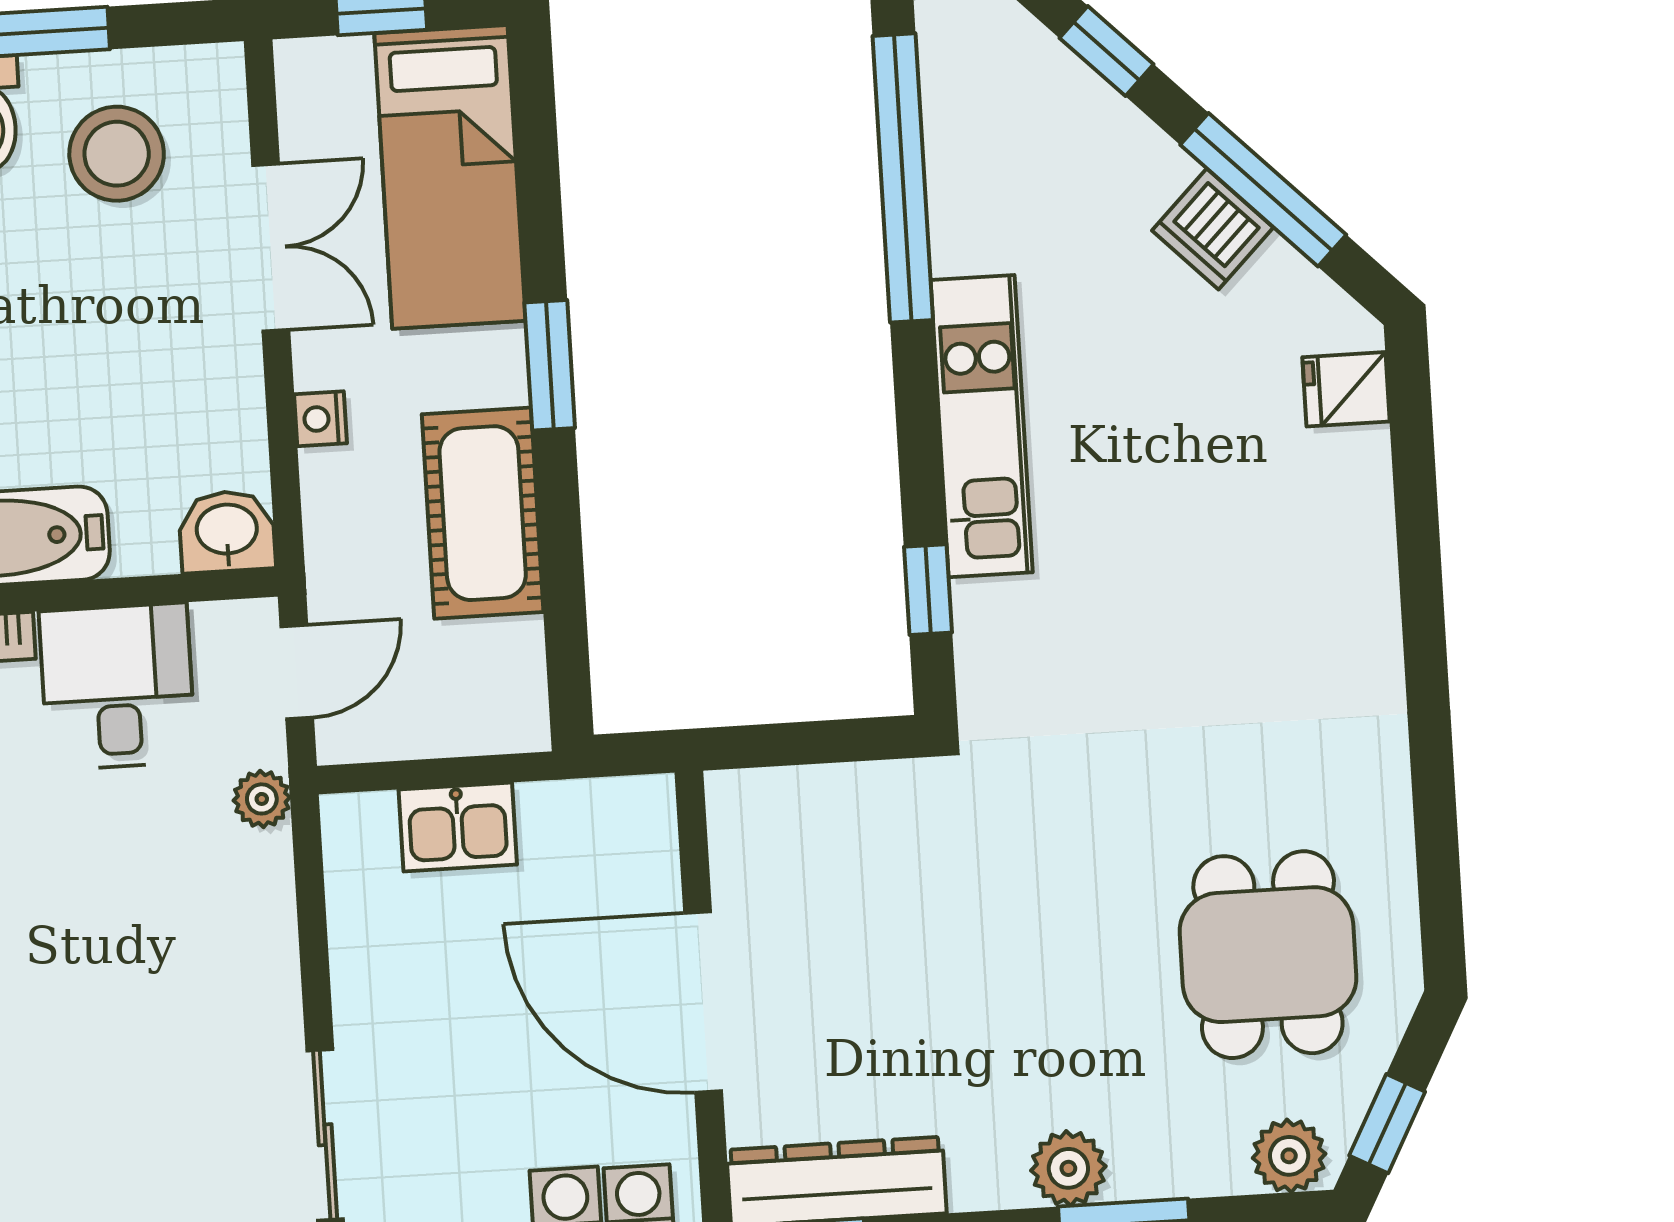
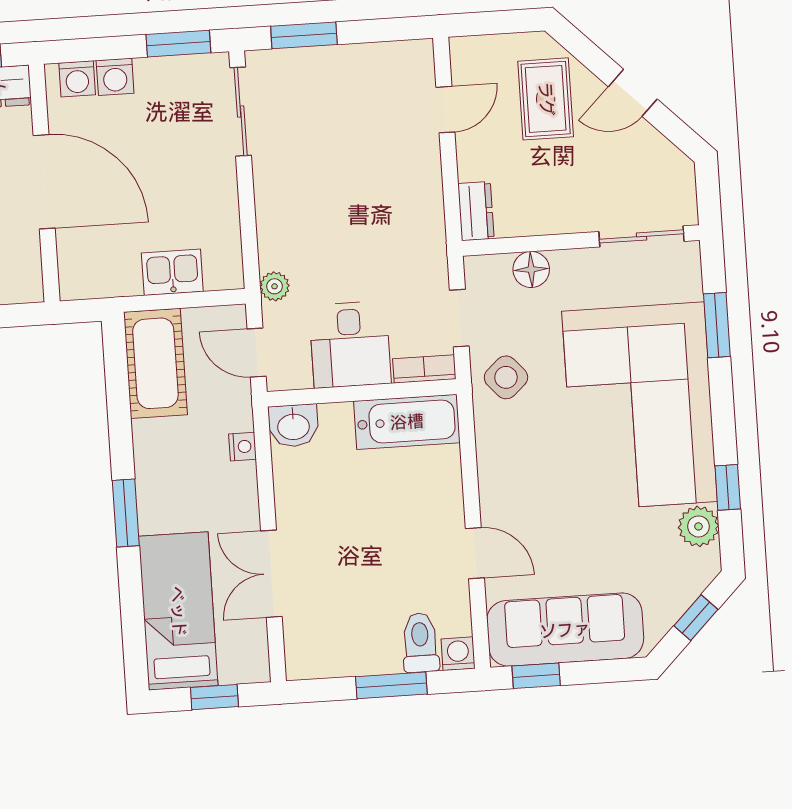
stool: (117, 154) -> (352, 622), removed
nightstand: (320, 419) -> (242, 447), moved
cot: (483, 513) -> (155, 363), moved
door: (297, 672) -> (257, 353), hinge flipped

